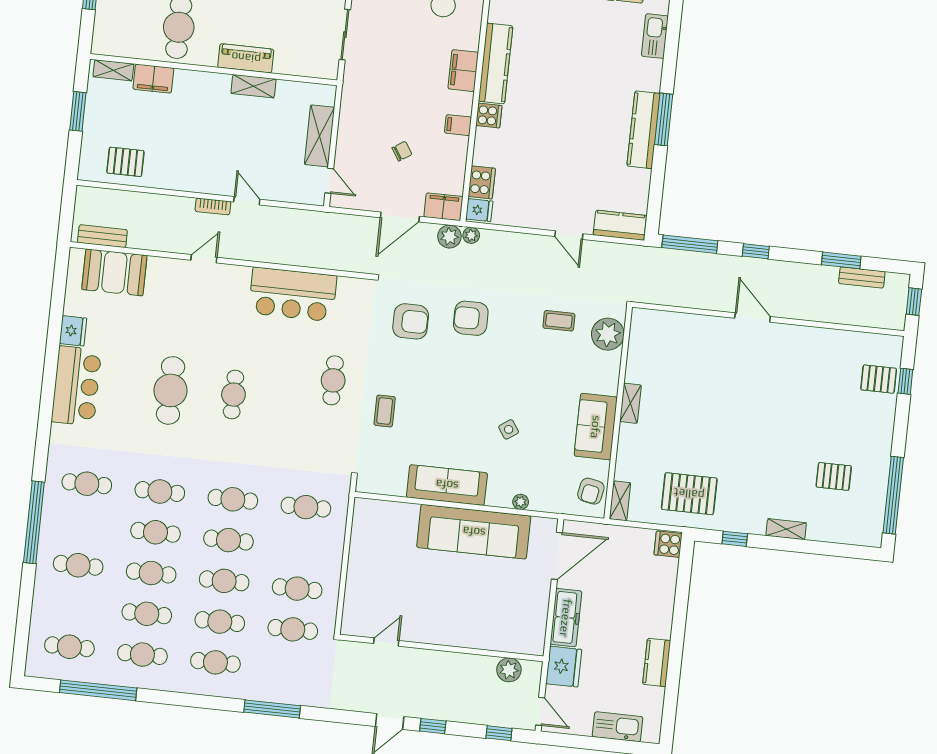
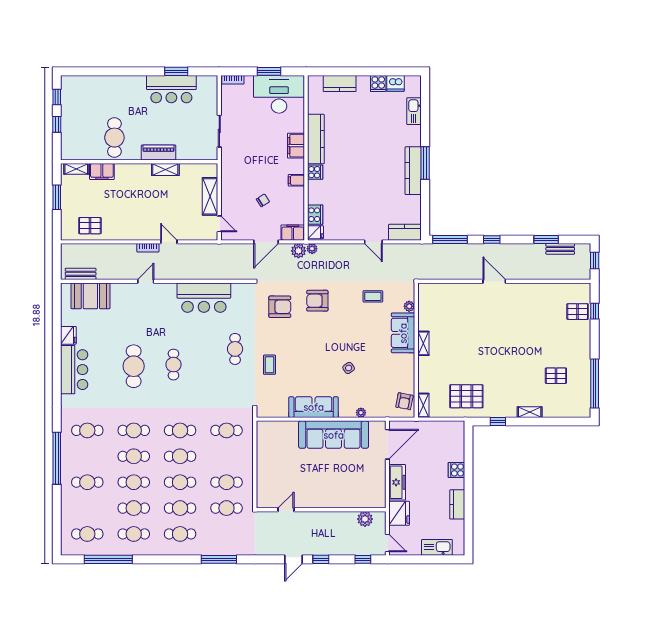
plant: (608, 334) -> (409, 306), width x0.53, depth x0.53
sofa: (596, 427) -> (403, 333), moved
cooker: (668, 544) -> (456, 470), moved

